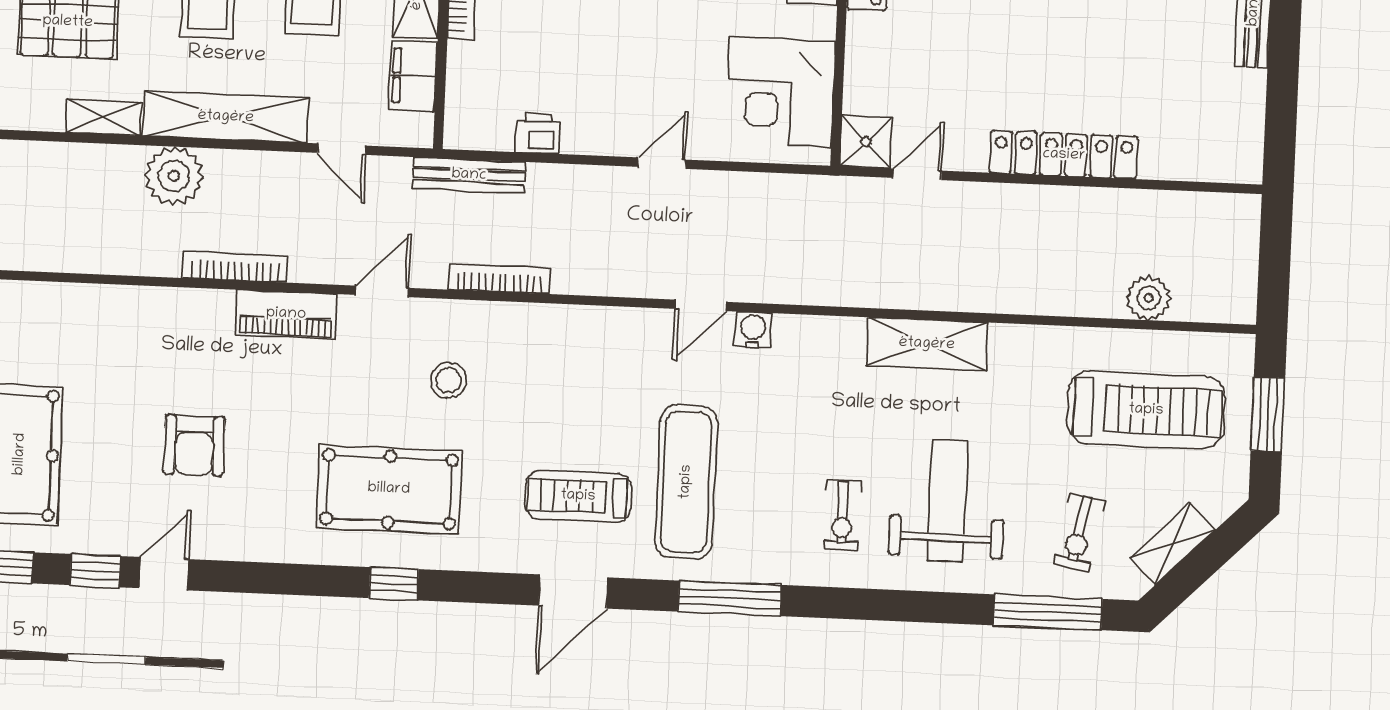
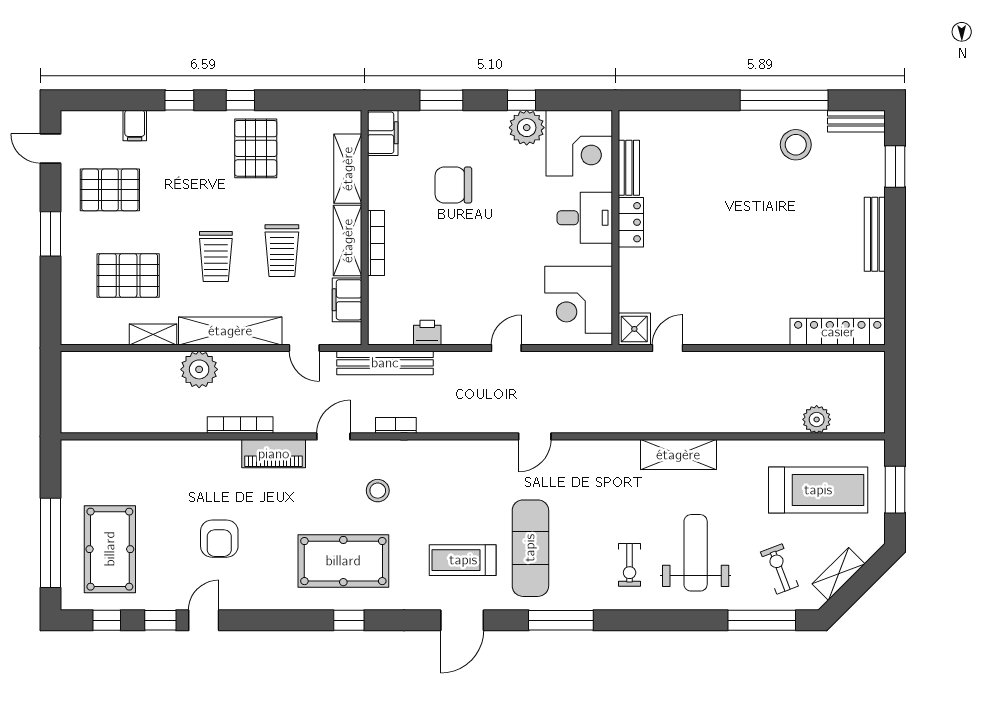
locker: (1064, 155) -> (838, 332), moved
bench: (469, 175) -> (385, 363), width x1.37, depth x1.21
bookcase: (500, 279) -> (396, 425), width x0.64
water cooler: (753, 330) -> (568, 450), removed
exercise bike: (1079, 532) -> (779, 569), turned 148

